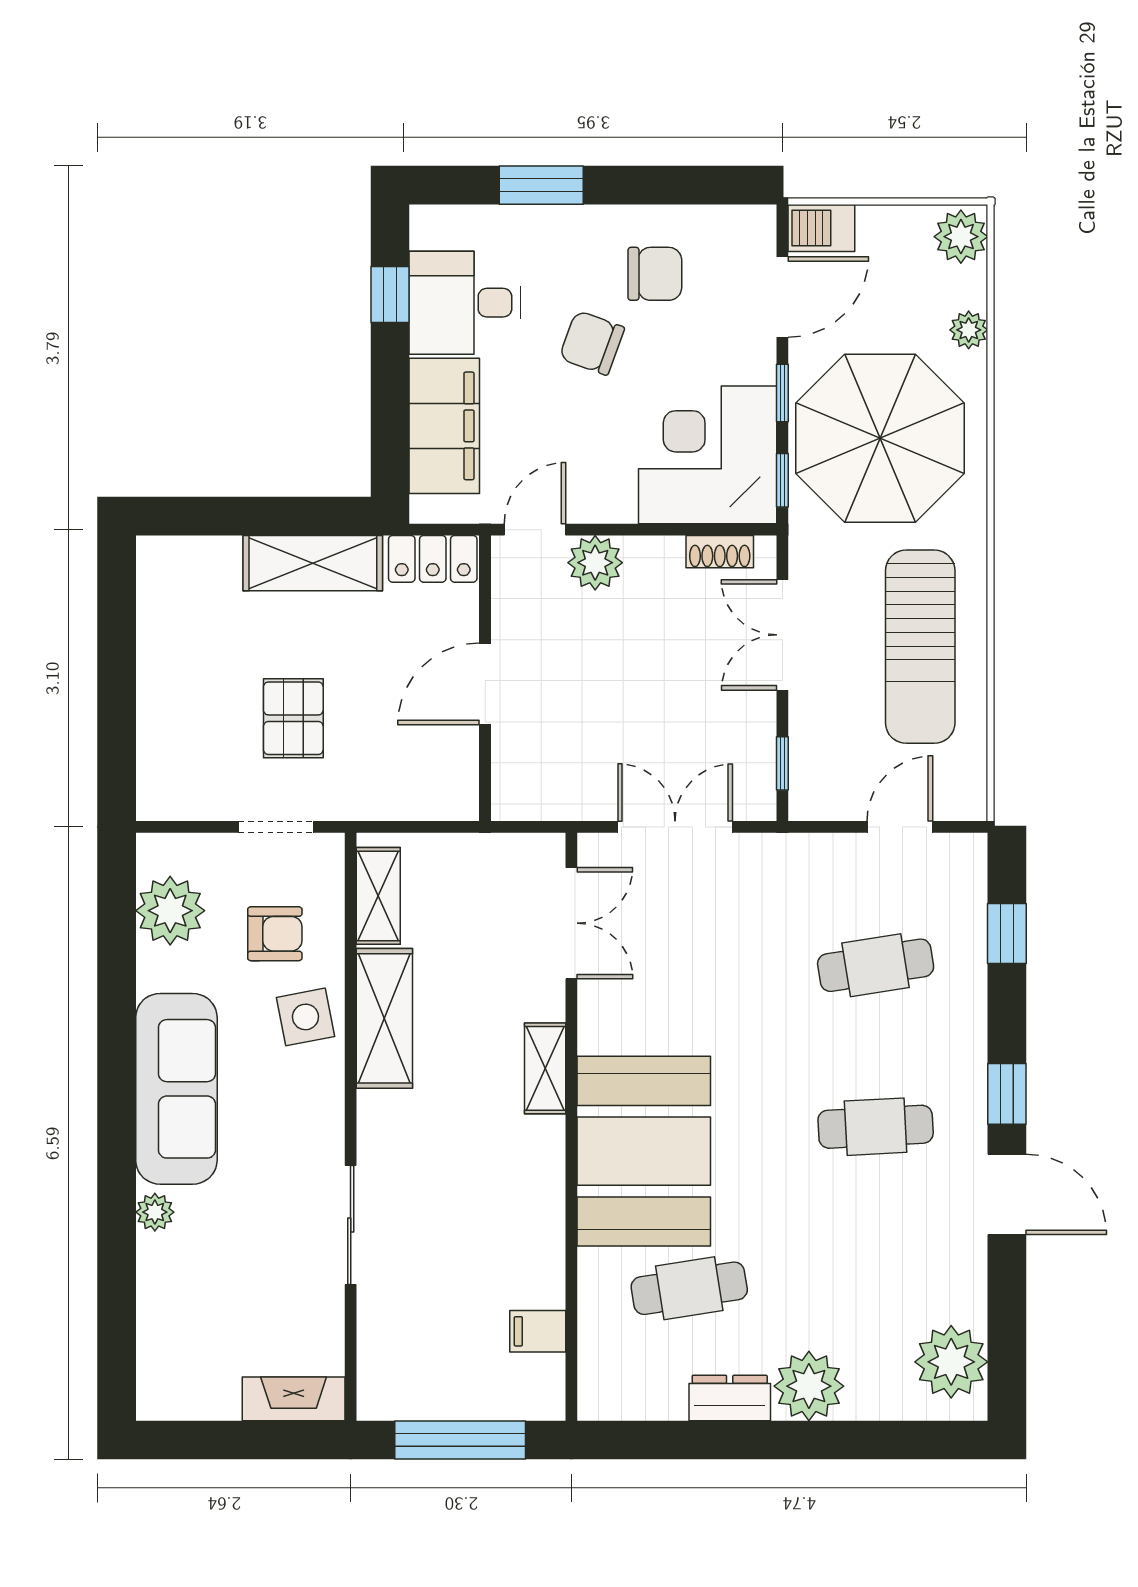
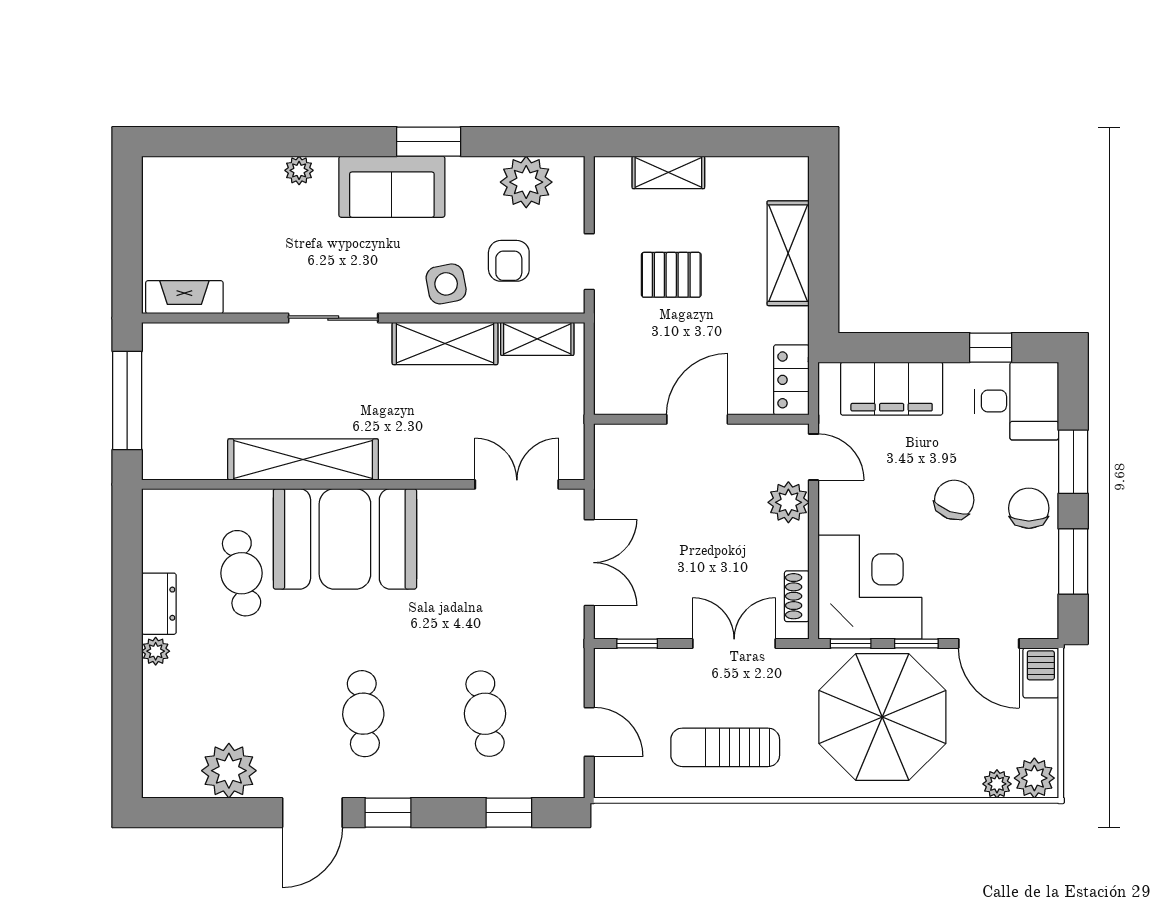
window: (674, 185) -> (1073, 561), added
chair: (655, 274) -> (1029, 508), moved, turned 180
desk: (465, 303) -> (1017, 401), moved, turned 90
plant: (969, 330) -> (997, 784), moved
shelving: (313, 563) -> (788, 253), moved
sun lounger: (920, 647) -> (725, 747), width x0.73, depth x0.75
door: (485, 684) -> (697, 419), hinge flipped
shelving: (157, 722) -> (668, 172), added
double door: (571, 923) -> (517, 484), swing flipped
window: (117, 1040) -> (429, 142), added
shelving: (545, 1068) -> (303, 459), moved, width x2.20, depth x1.33
sofa: (176, 1089) -> (392, 187), width x0.73
sliding door: (351, 1225) -> (333, 318), moved
filing cabinet: (538, 1331) -> (209, 459), removed
plant: (951, 1362) -> (229, 771), moved
plant: (809, 1386) -> (156, 651), width x0.53, depth x0.53
fireplace: (294, 1399) -> (184, 297), moved, turned -90

